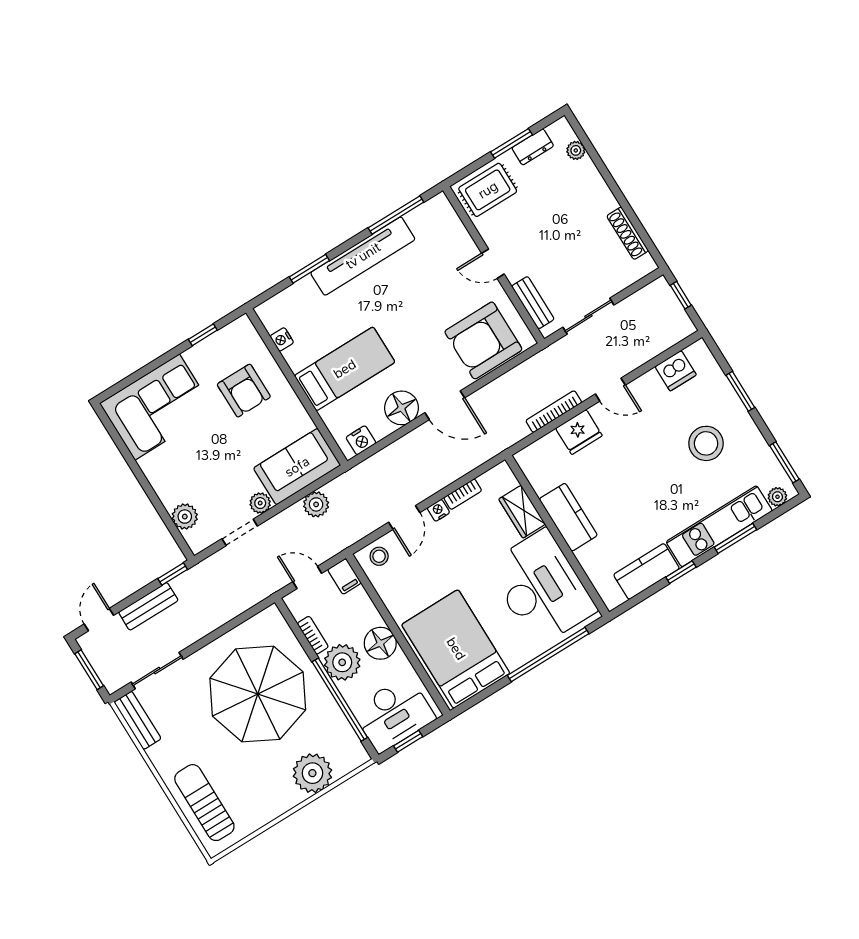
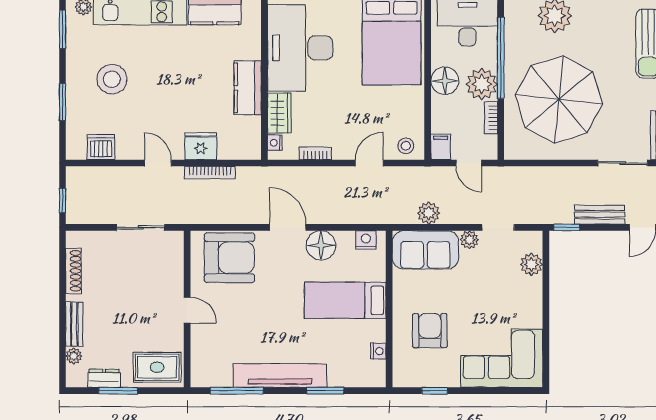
bench: (533, 303) -> (74, 324), moved
nightstand: (438, 510) -> (275, 143), moved, turned 90

